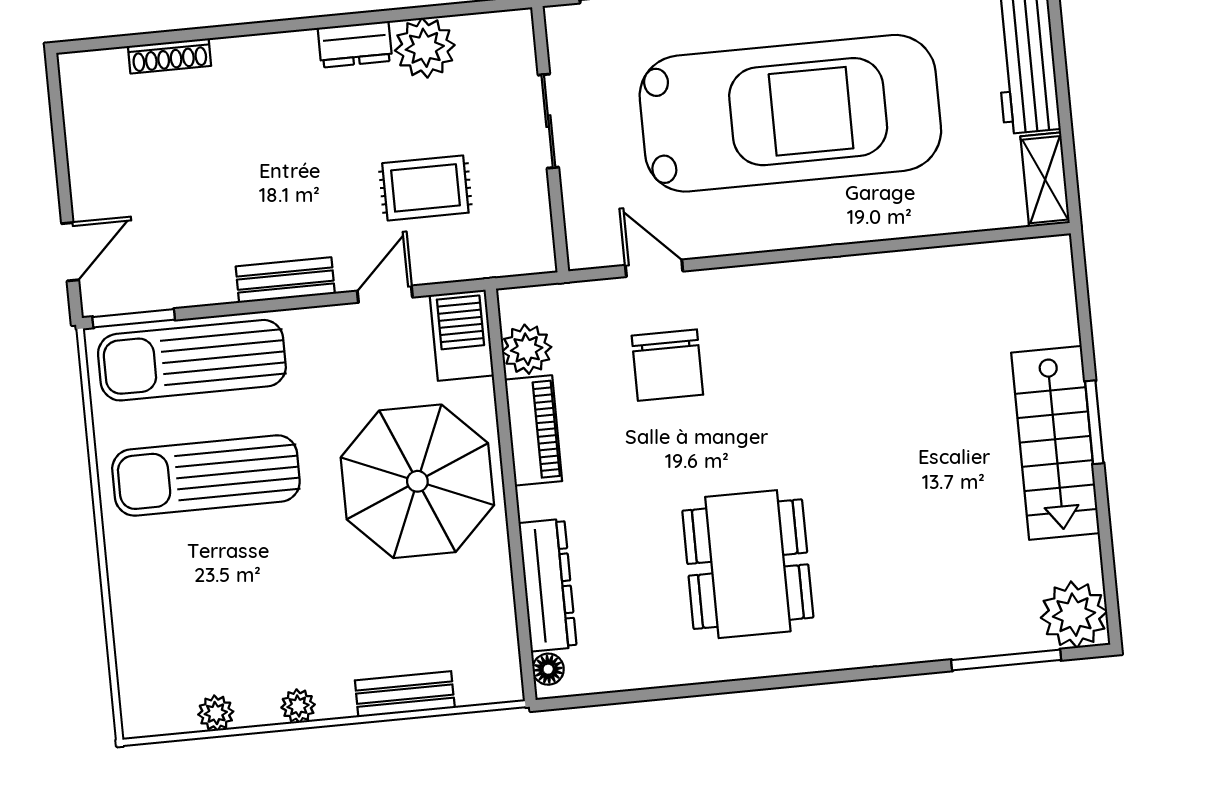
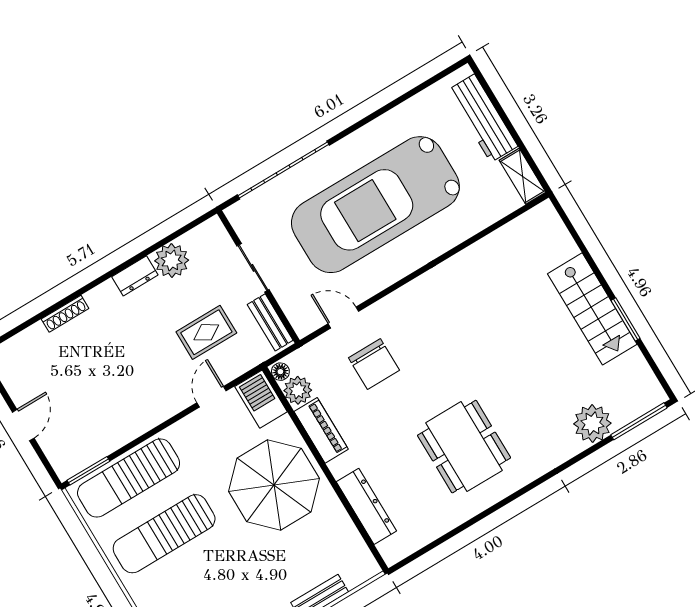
shoe rack: (170, 56) -> (65, 314), moved
car: (790, 113) -> (375, 205), turned 180
door: (70, 252) -> (23, 425), moved
bench: (285, 280) -> (270, 322), moved, turned 90
window: (1094, 422) -> (625, 319), moved
plant: (1074, 615) -> (592, 424), moved
window: (1006, 660) -> (639, 421), moved
floor lamp: (548, 669) -> (280, 372), moved

